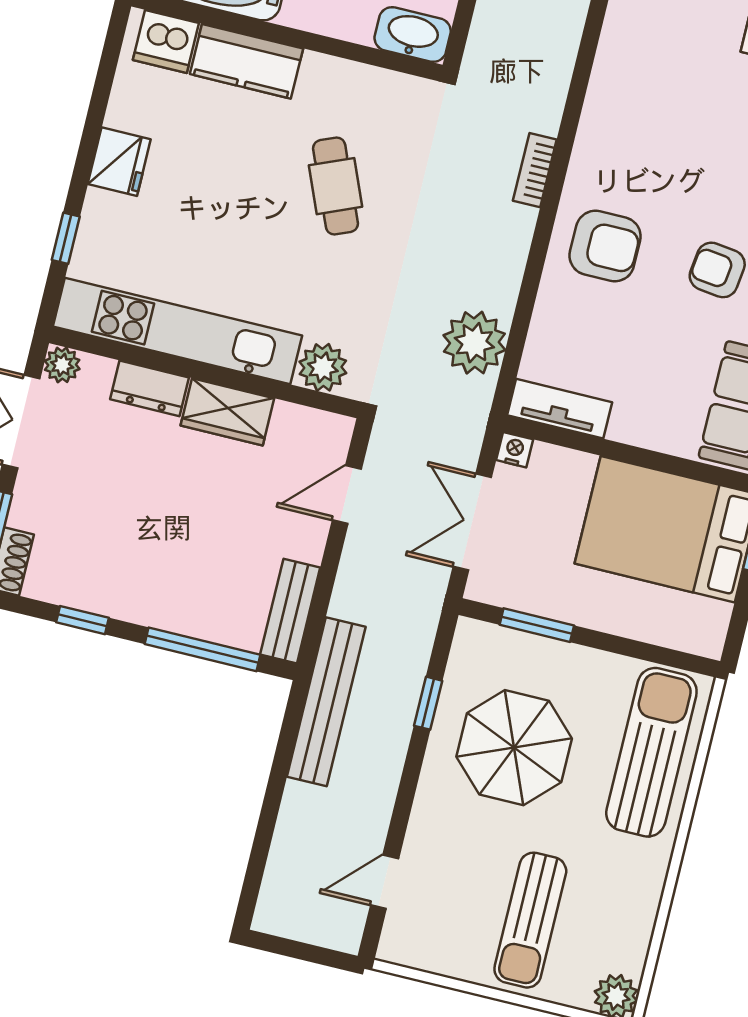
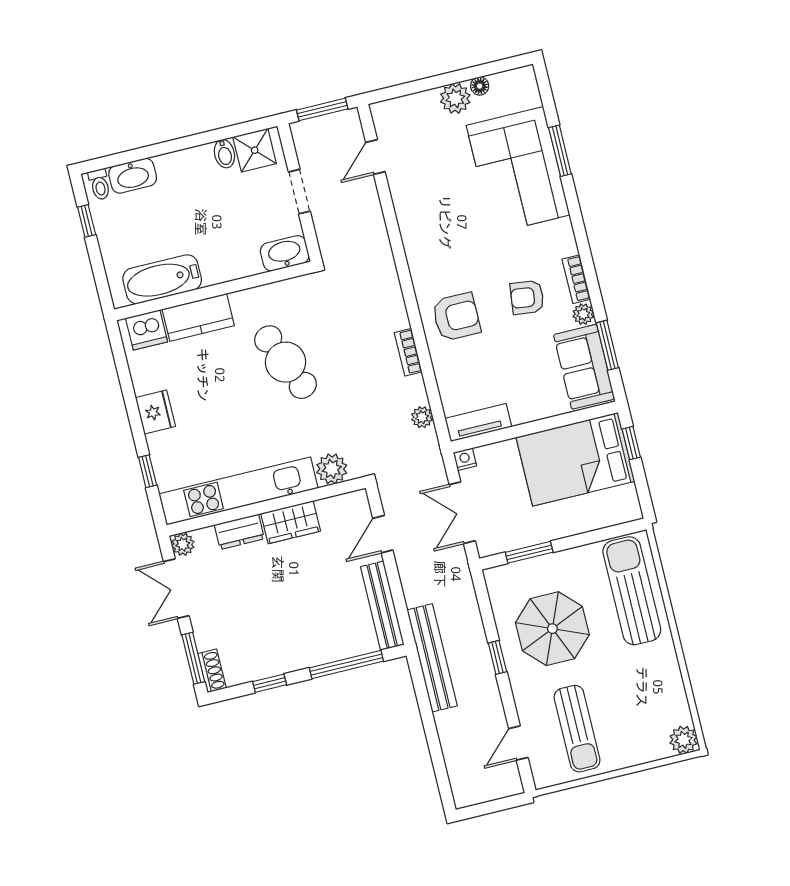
bookcase: (535, 170) -> (408, 352), moved
cafe table: (336, 186) -> (285, 362), width x1.37, depth x1.35
plant: (474, 343) -> (422, 417), width x0.53, depth x0.53
bench: (290, 611) -> (382, 606), width x1.36
window: (428, 703) -> (497, 657), moved
sun lounger: (530, 920) -> (577, 729), moved

